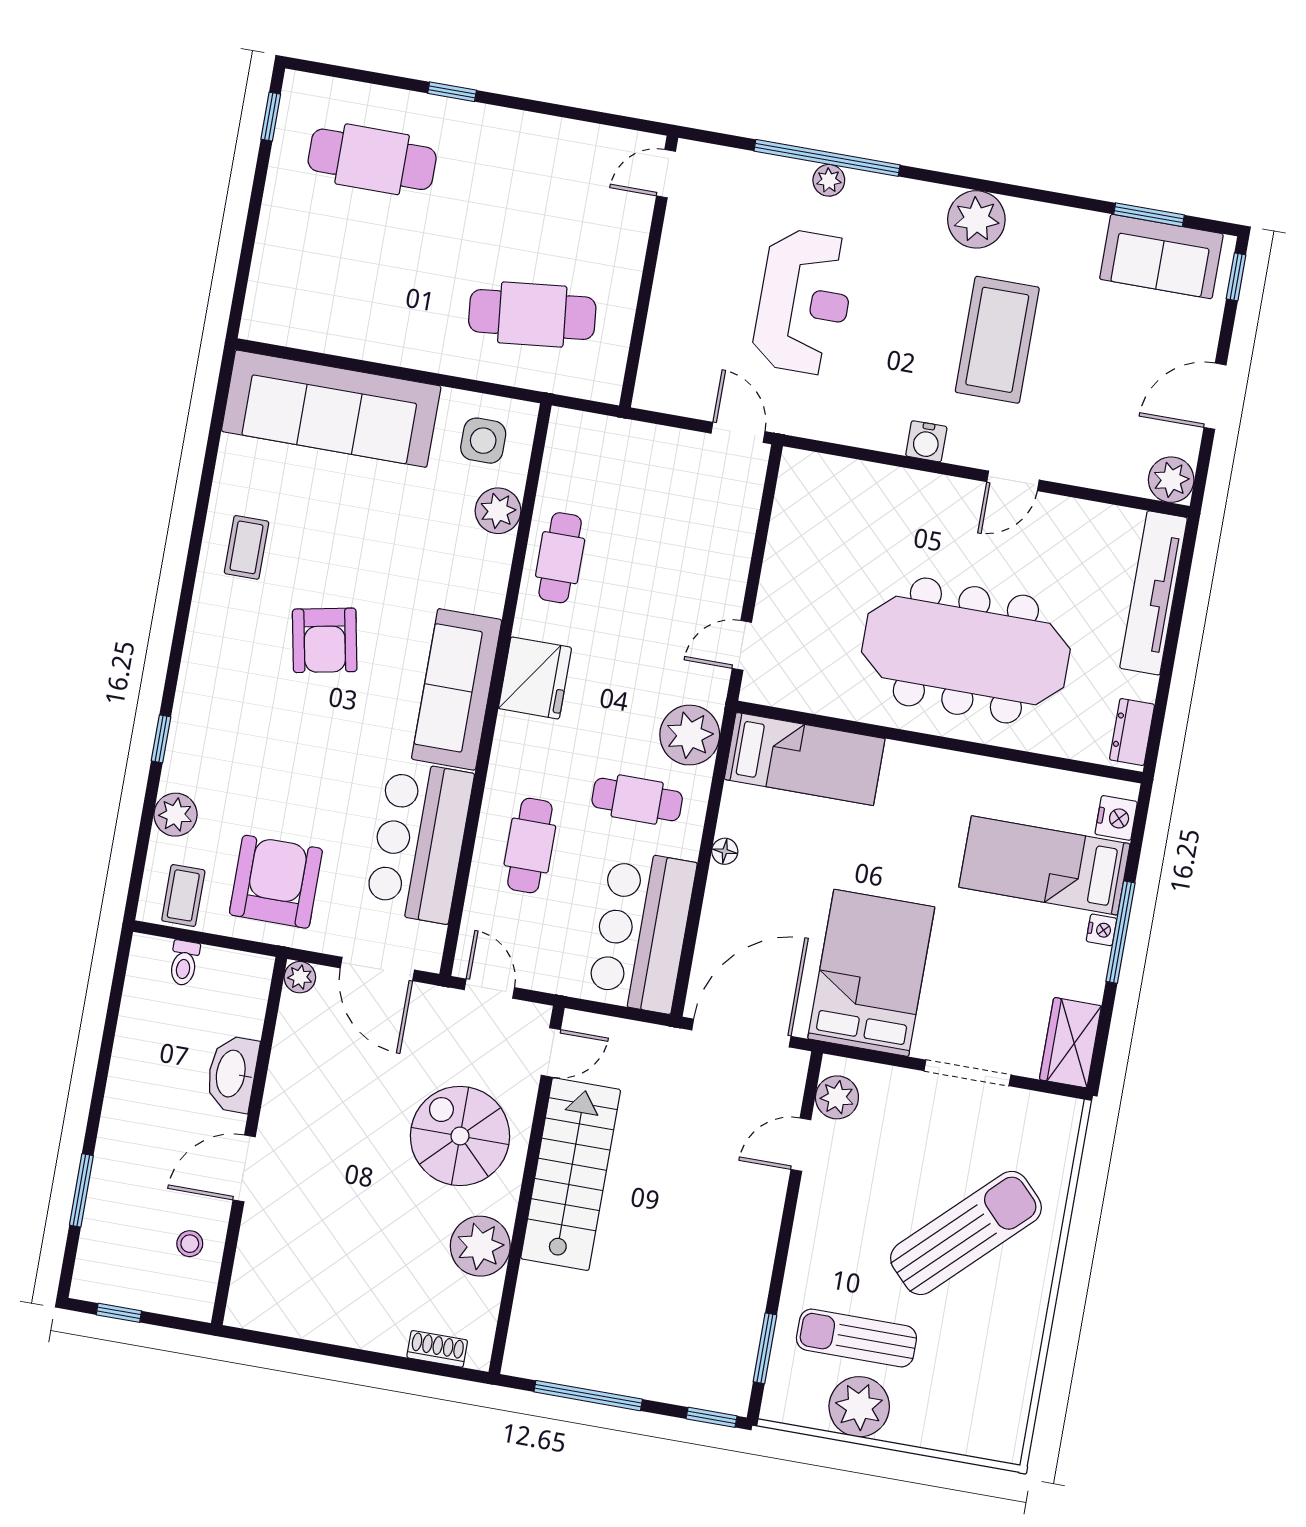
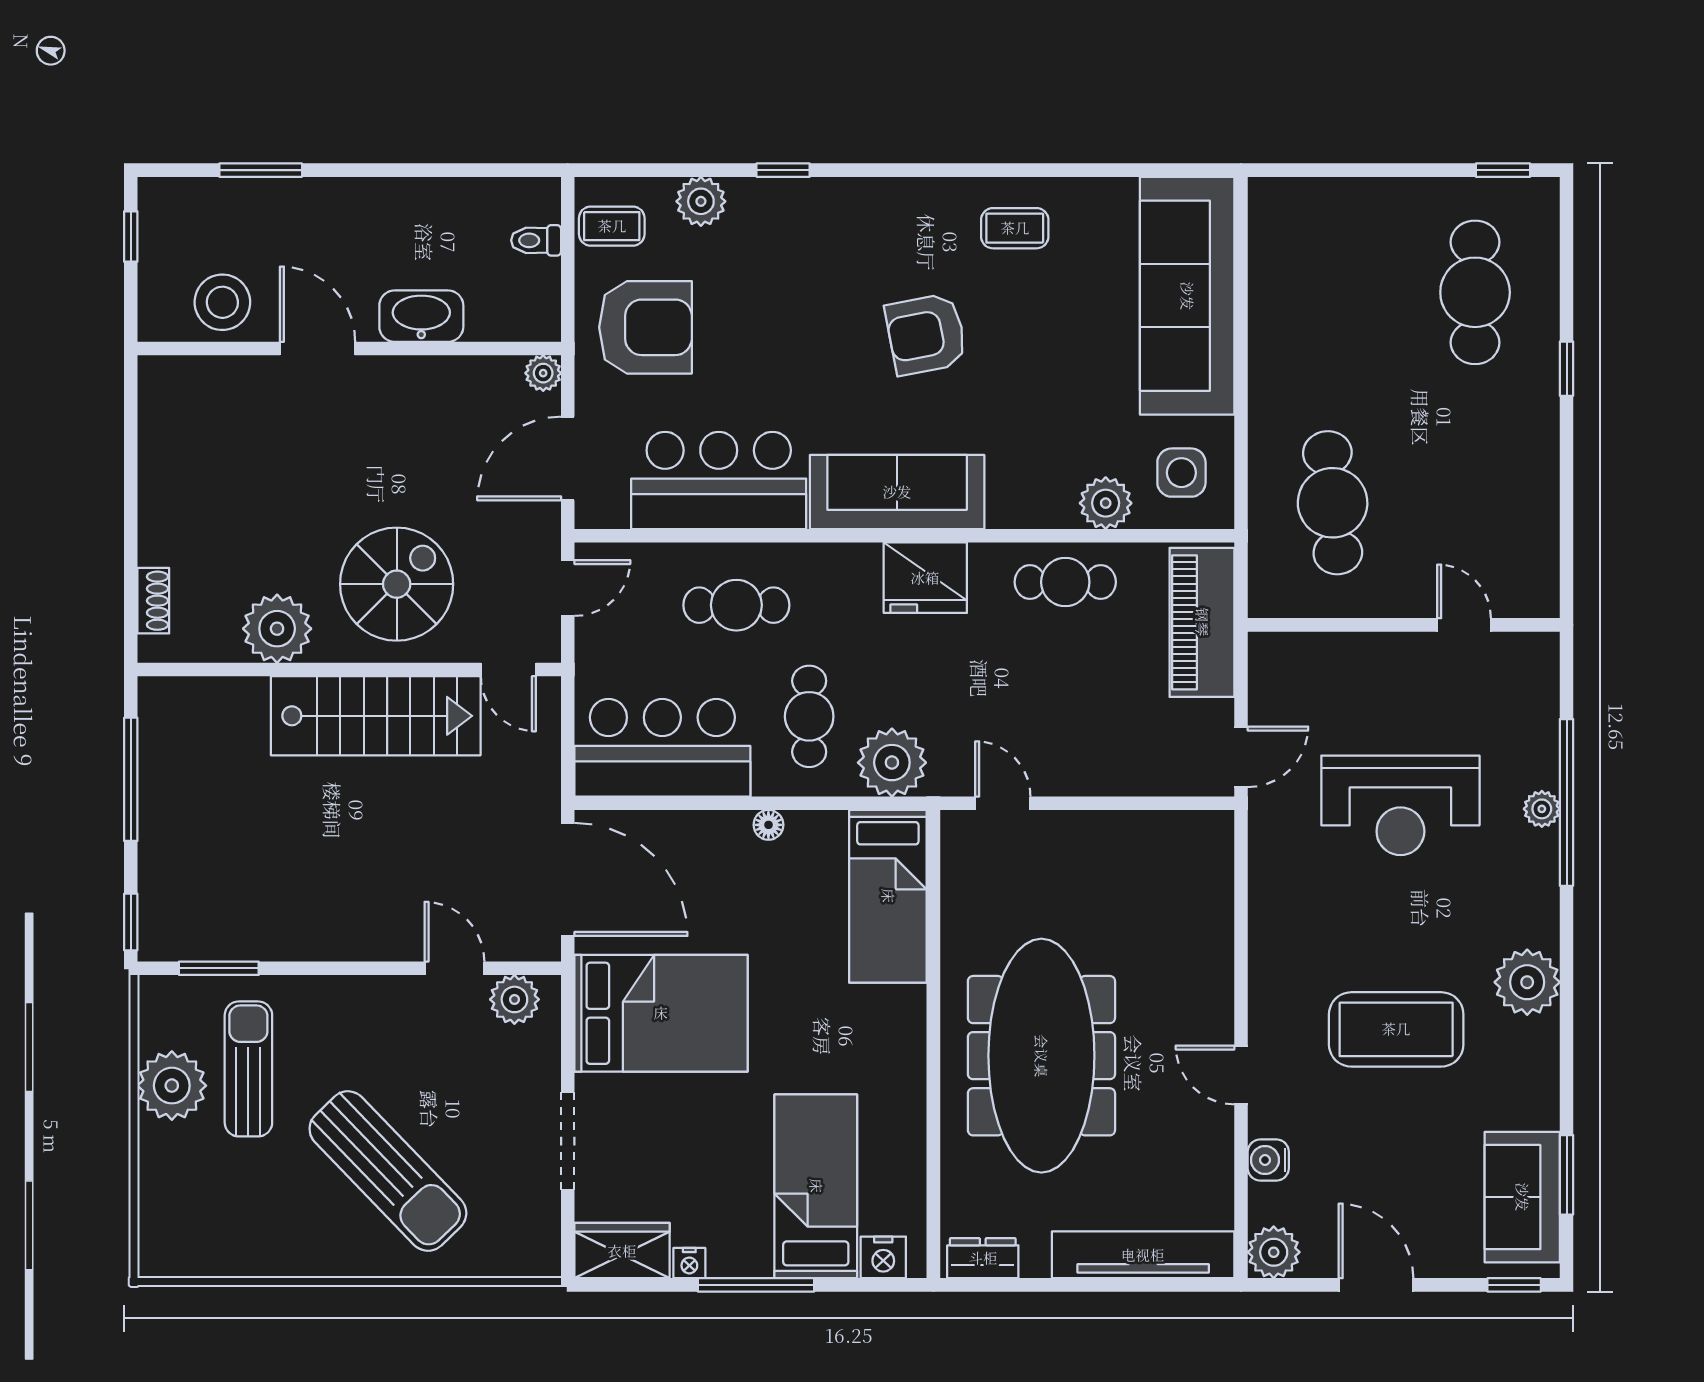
door: (666, 174) -> (1464, 625), moved
water cooler: (926, 441) -> (1268, 1160), moved
piano: (616, 446) -> (1202, 622), added
nightstand: (1101, 930) -> (689, 1263), moved
stool: (190, 1244) -> (222, 302), width x1.89, depth x1.89

